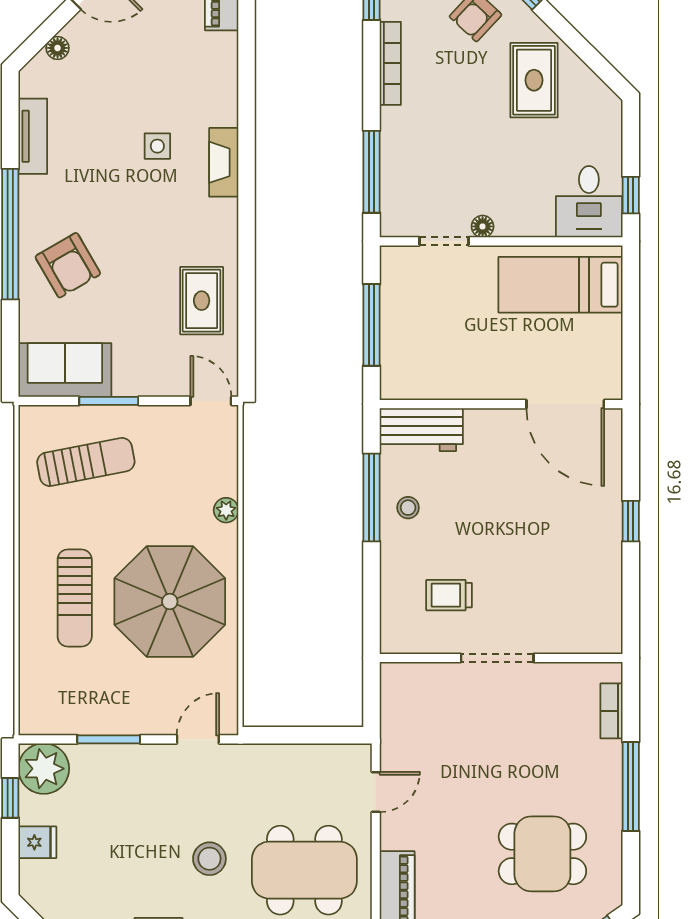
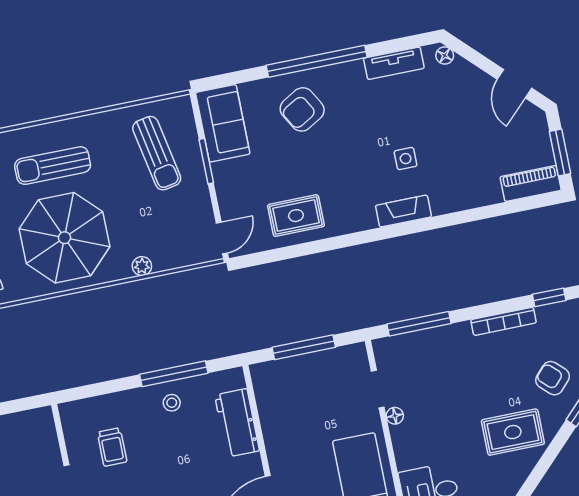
floor lamp: (58, 48) -> (445, 55), moved
workbench: (421, 430) -> (237, 423), moved
trolley: (449, 595) -> (112, 447), turned 180

